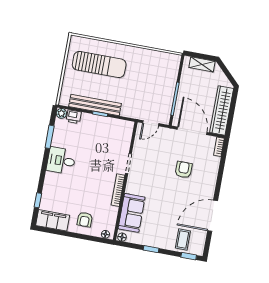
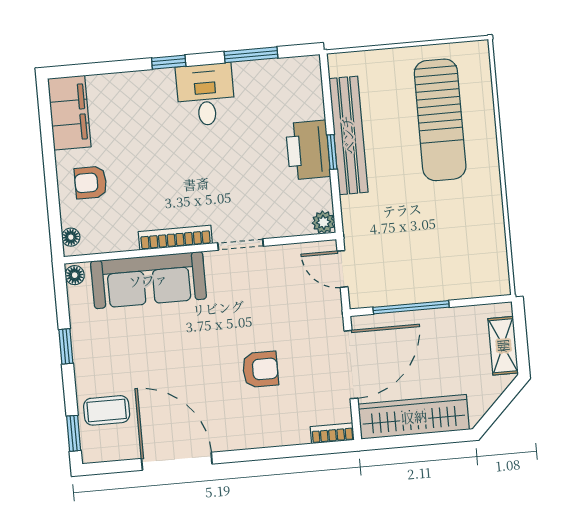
plant: (61, 113) -> (323, 222), moved
printer: (74, 117) -> (308, 150), moved, width x1.87, depth x1.48
window: (38, 200) -> (169, 62), moved
sofa: (132, 213) -> (148, 280), width x1.36

